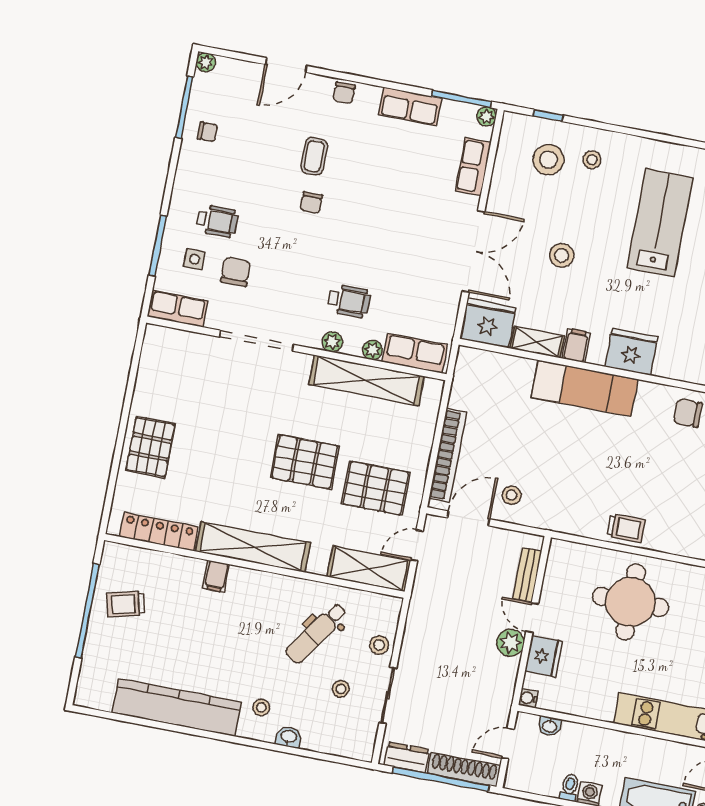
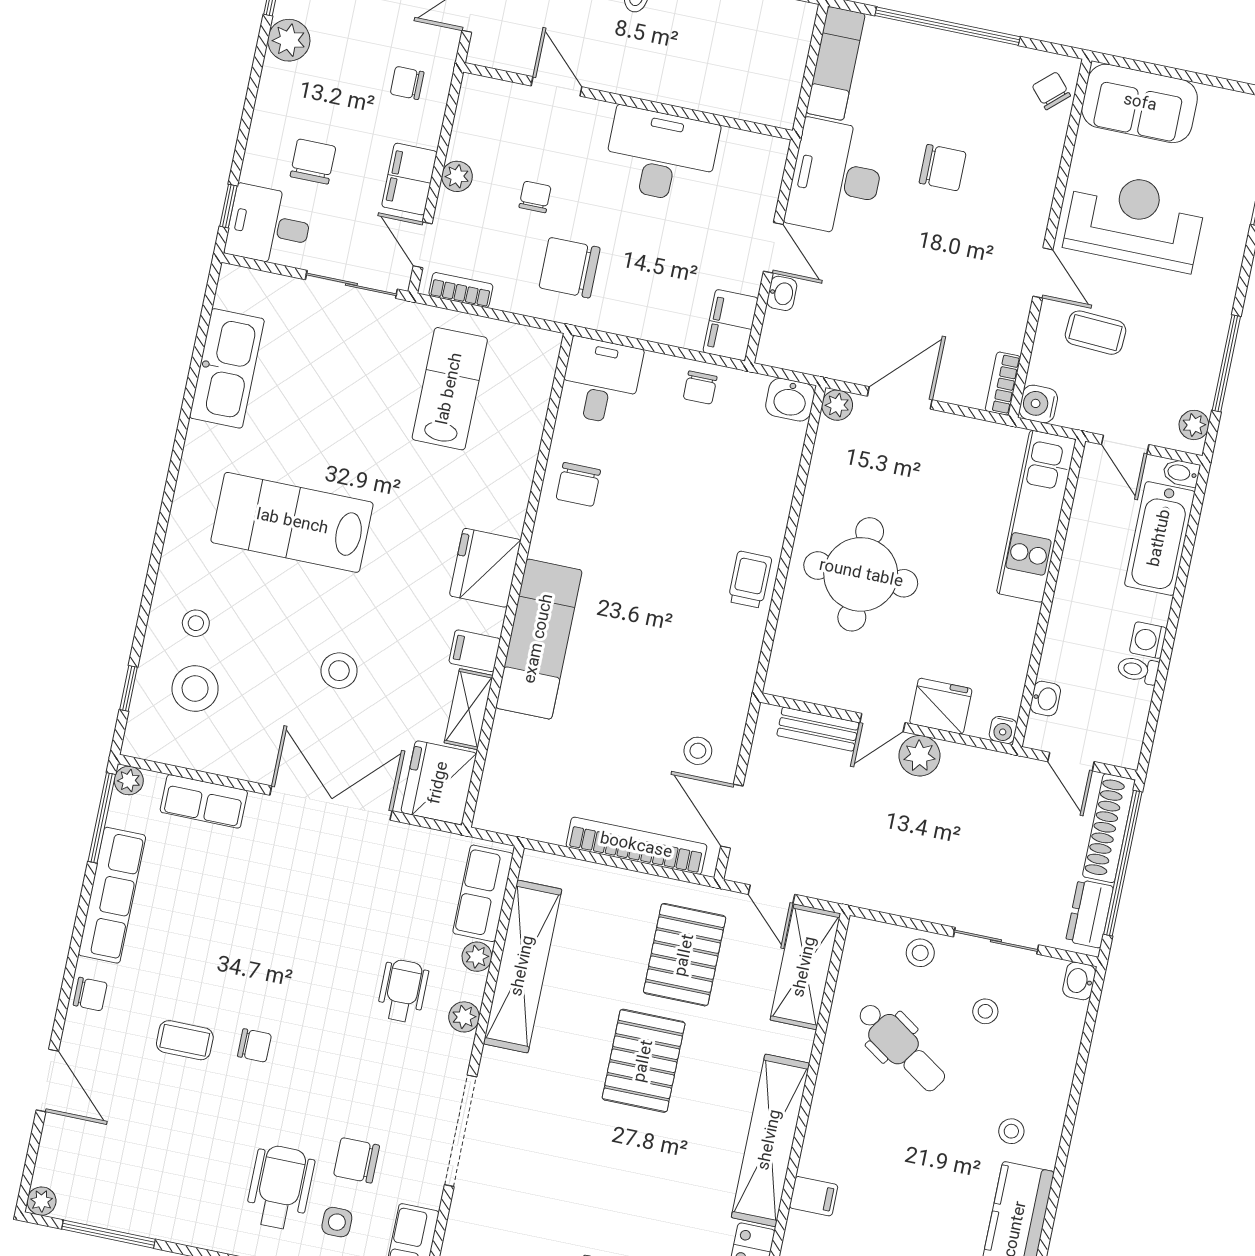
row of seats: (410, 106) -> (112, 895), width x1.48
chair: (207, 132) -> (146, 1200), removed
wheelchair: (217, 221) -> (280, 1187), width x1.36, depth x1.37
washbasin: (289, 737) -> (1079, 981), moved

